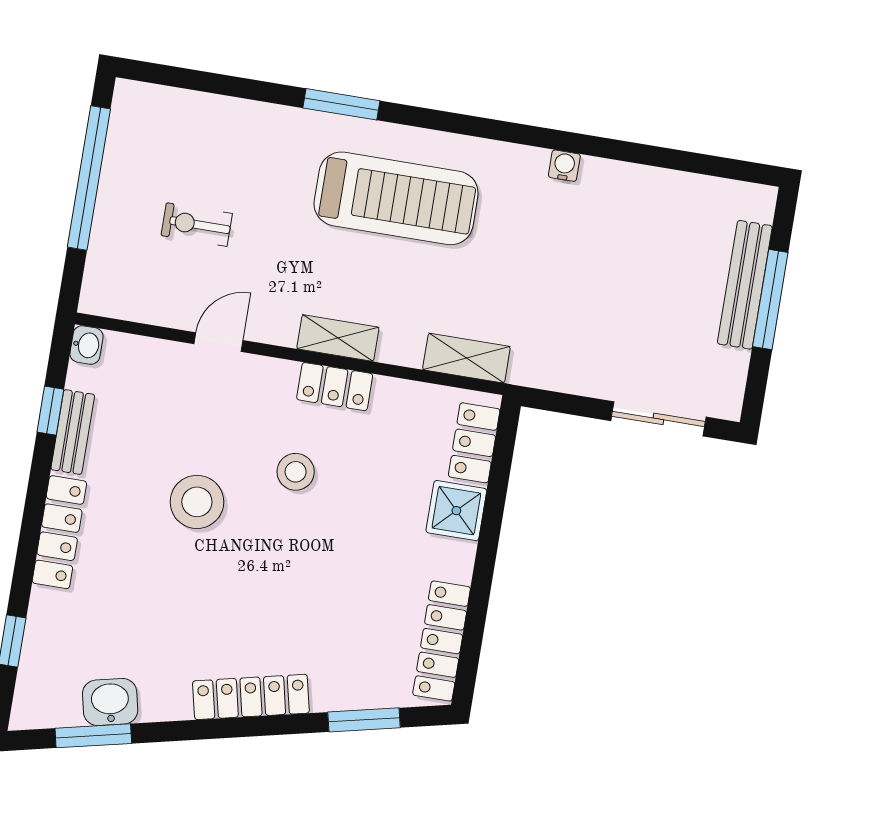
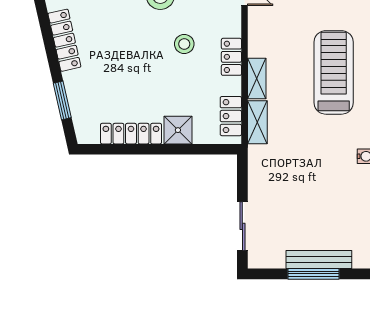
treadmill: (396, 198) -> (334, 72), turned 180
shelving: (338, 338) -> (257, 79), moved
locker: (474, 443) -> (231, 116), moved, turned -90
locker: (442, 641) -> (131, 134), moved

